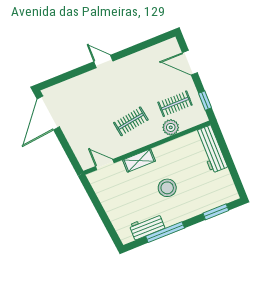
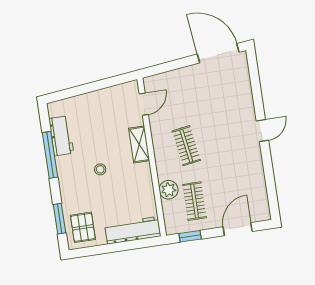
stool: (167, 188) -> (100, 169), width x0.53, depth x0.53
pallet: (219, 191) -> (83, 227), added

